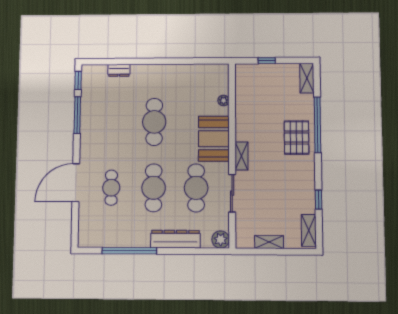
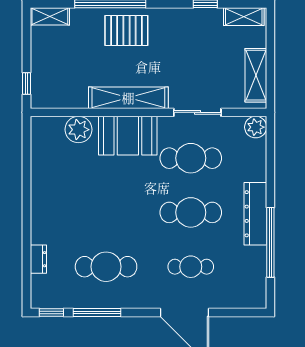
window: (267, 61) -> (26, 84), moved
plant: (224, 101) -> (78, 130), width x1.88, depth x1.88
cafe table: (154, 122) -> (106, 267), moved
shelving: (242, 156) -> (128, 98), width x2.20, depth x1.33
dresser: (175, 239) -> (255, 214), moved
shelving: (269, 242) -> (256, 75), width x1.50, depth x1.33

